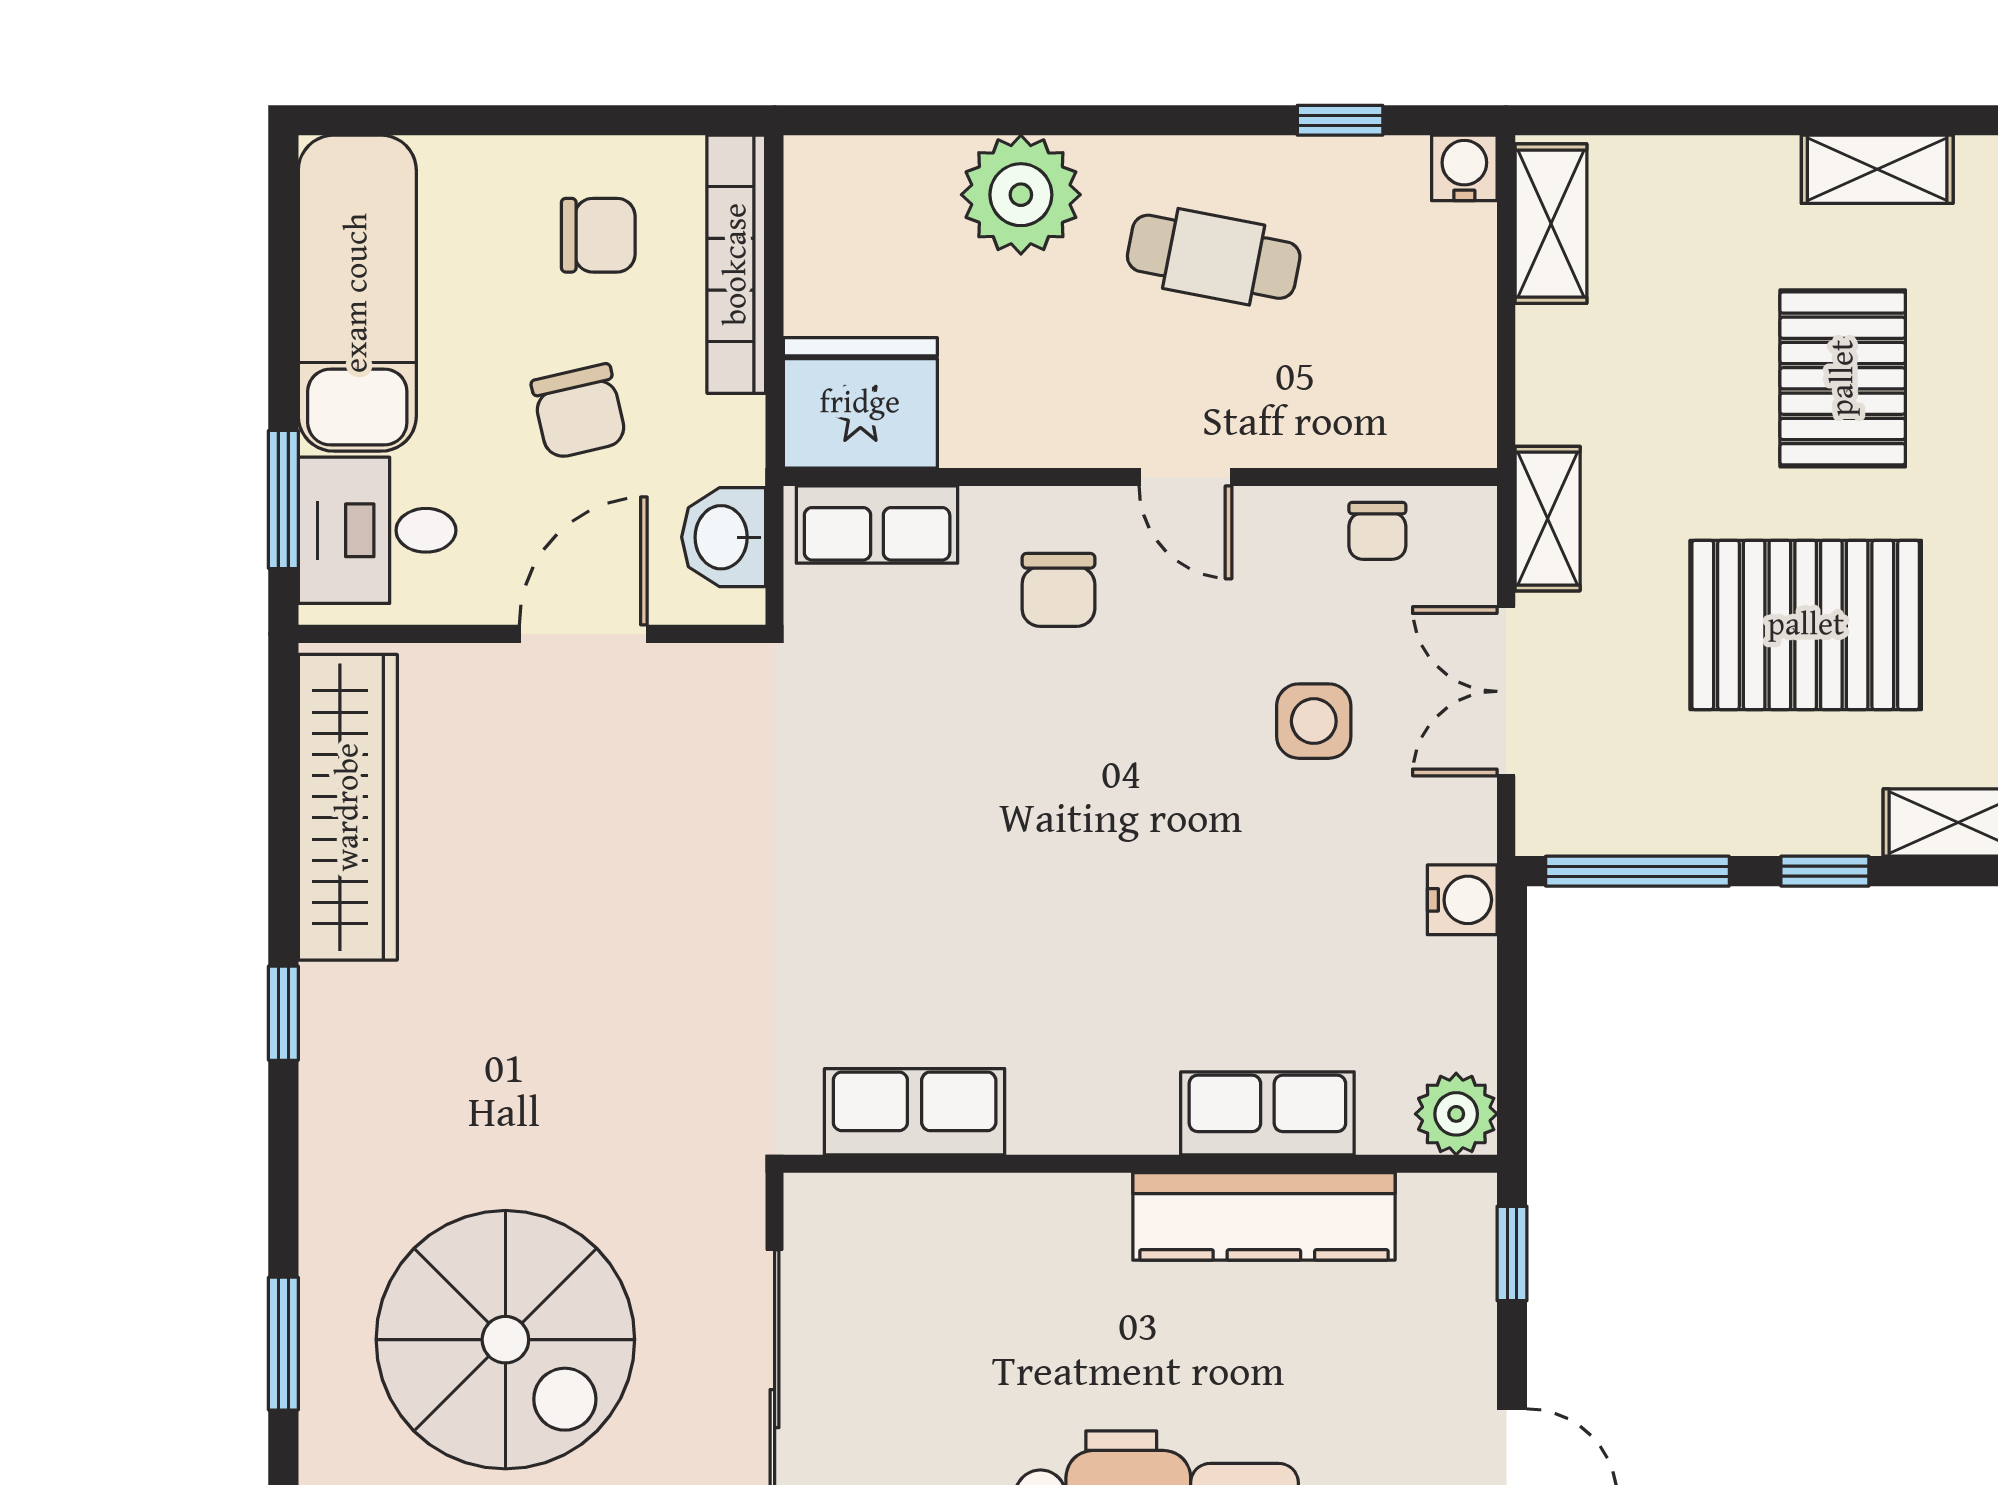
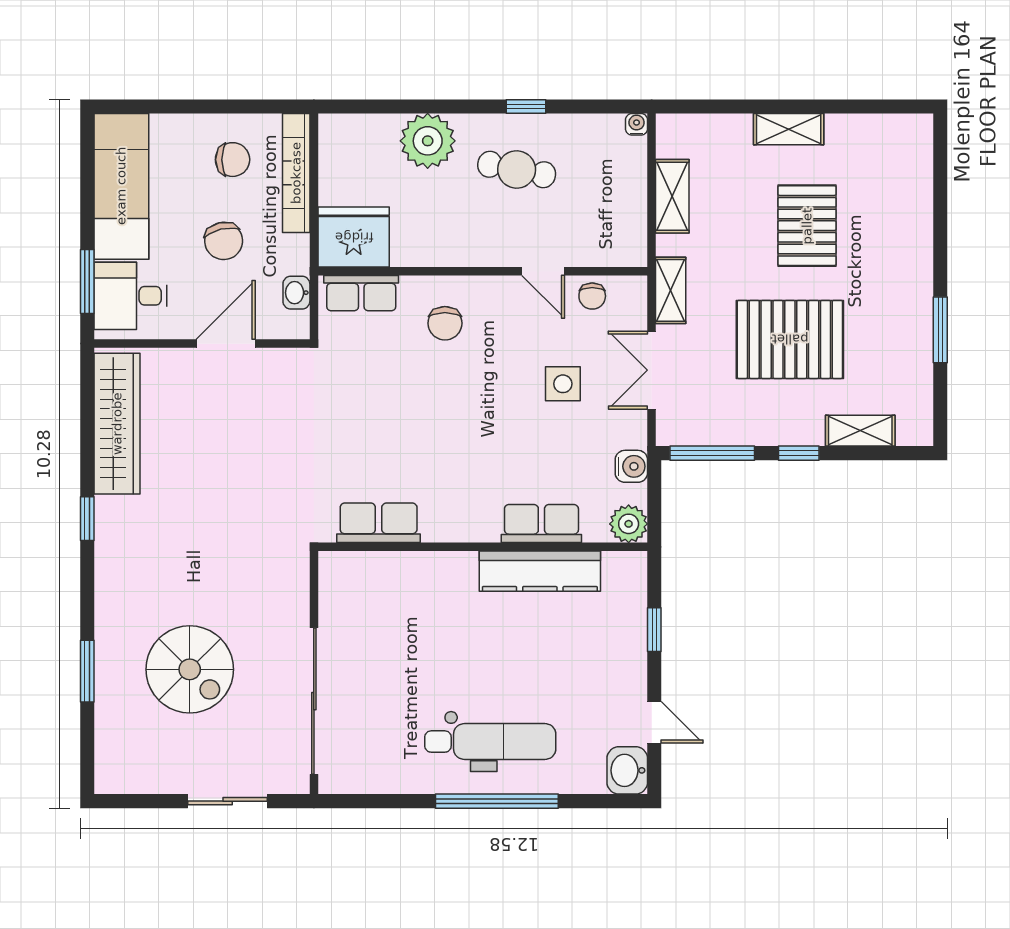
window: (1340, 120) -> (526, 106), moved
water cooler: (1464, 168) -> (637, 124), width x0.72, depth x0.72
shelving: (1877, 169) -> (789, 129), moved
shelving: (1551, 224) -> (672, 196), moved
door: (1185, 477) -> (543, 271), moved
washbasin: (724, 537) -> (296, 293), width x0.72, depth x0.69
row of seats: (915, 1112) -> (379, 523), moved
row of seats: (1267, 1113) -> (541, 524), moved
plant: (1456, 1114) -> (629, 524), moved
wall: (1140, 1164) -> (483, 547), moved
kitchen counter: (1264, 1216) -> (540, 571), moved
spiral stairs: (505, 1340) -> (190, 669), width x0.73, depth x0.73

